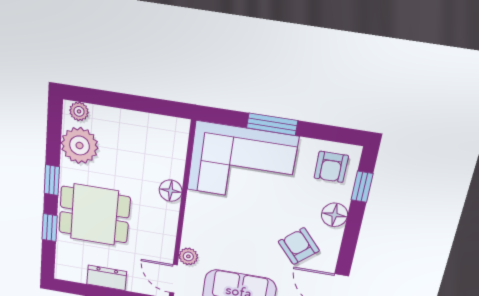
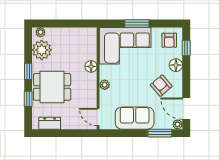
plant: (188, 256) -> (105, 85), moved
dresser: (107, 278) -> (50, 123), moved

